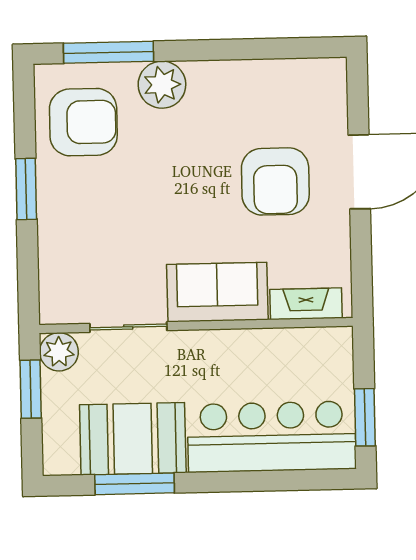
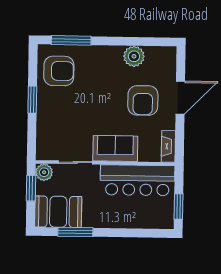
plant: (162, 85) -> (134, 56), moved
fireplace: (306, 304) -> (168, 146), moved, turned -90
bar counter: (272, 437) -> (137, 180), moved, turned 180
booth: (133, 439) -> (58, 212), moved

